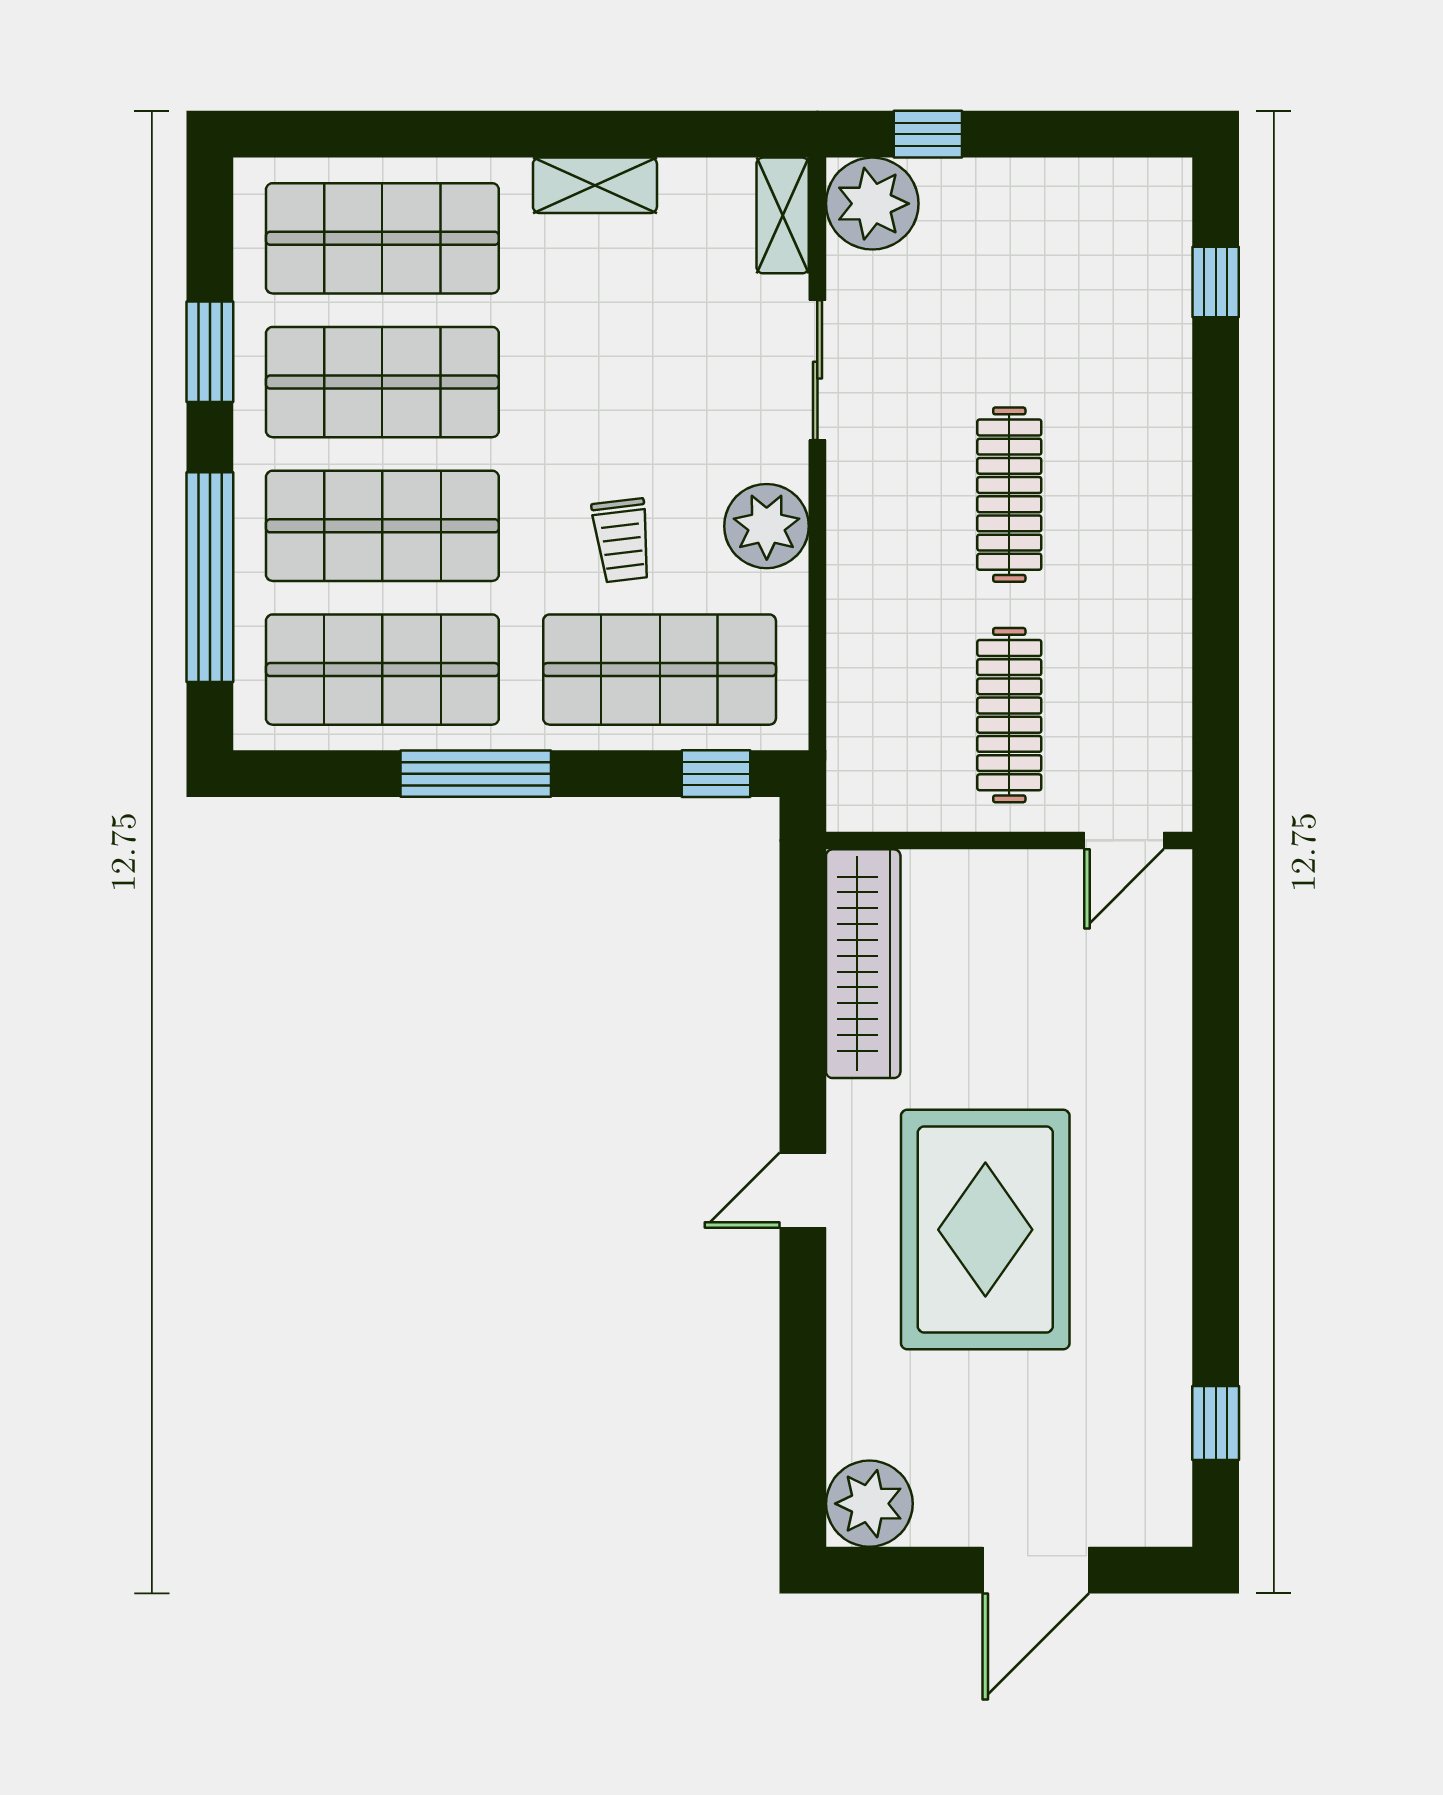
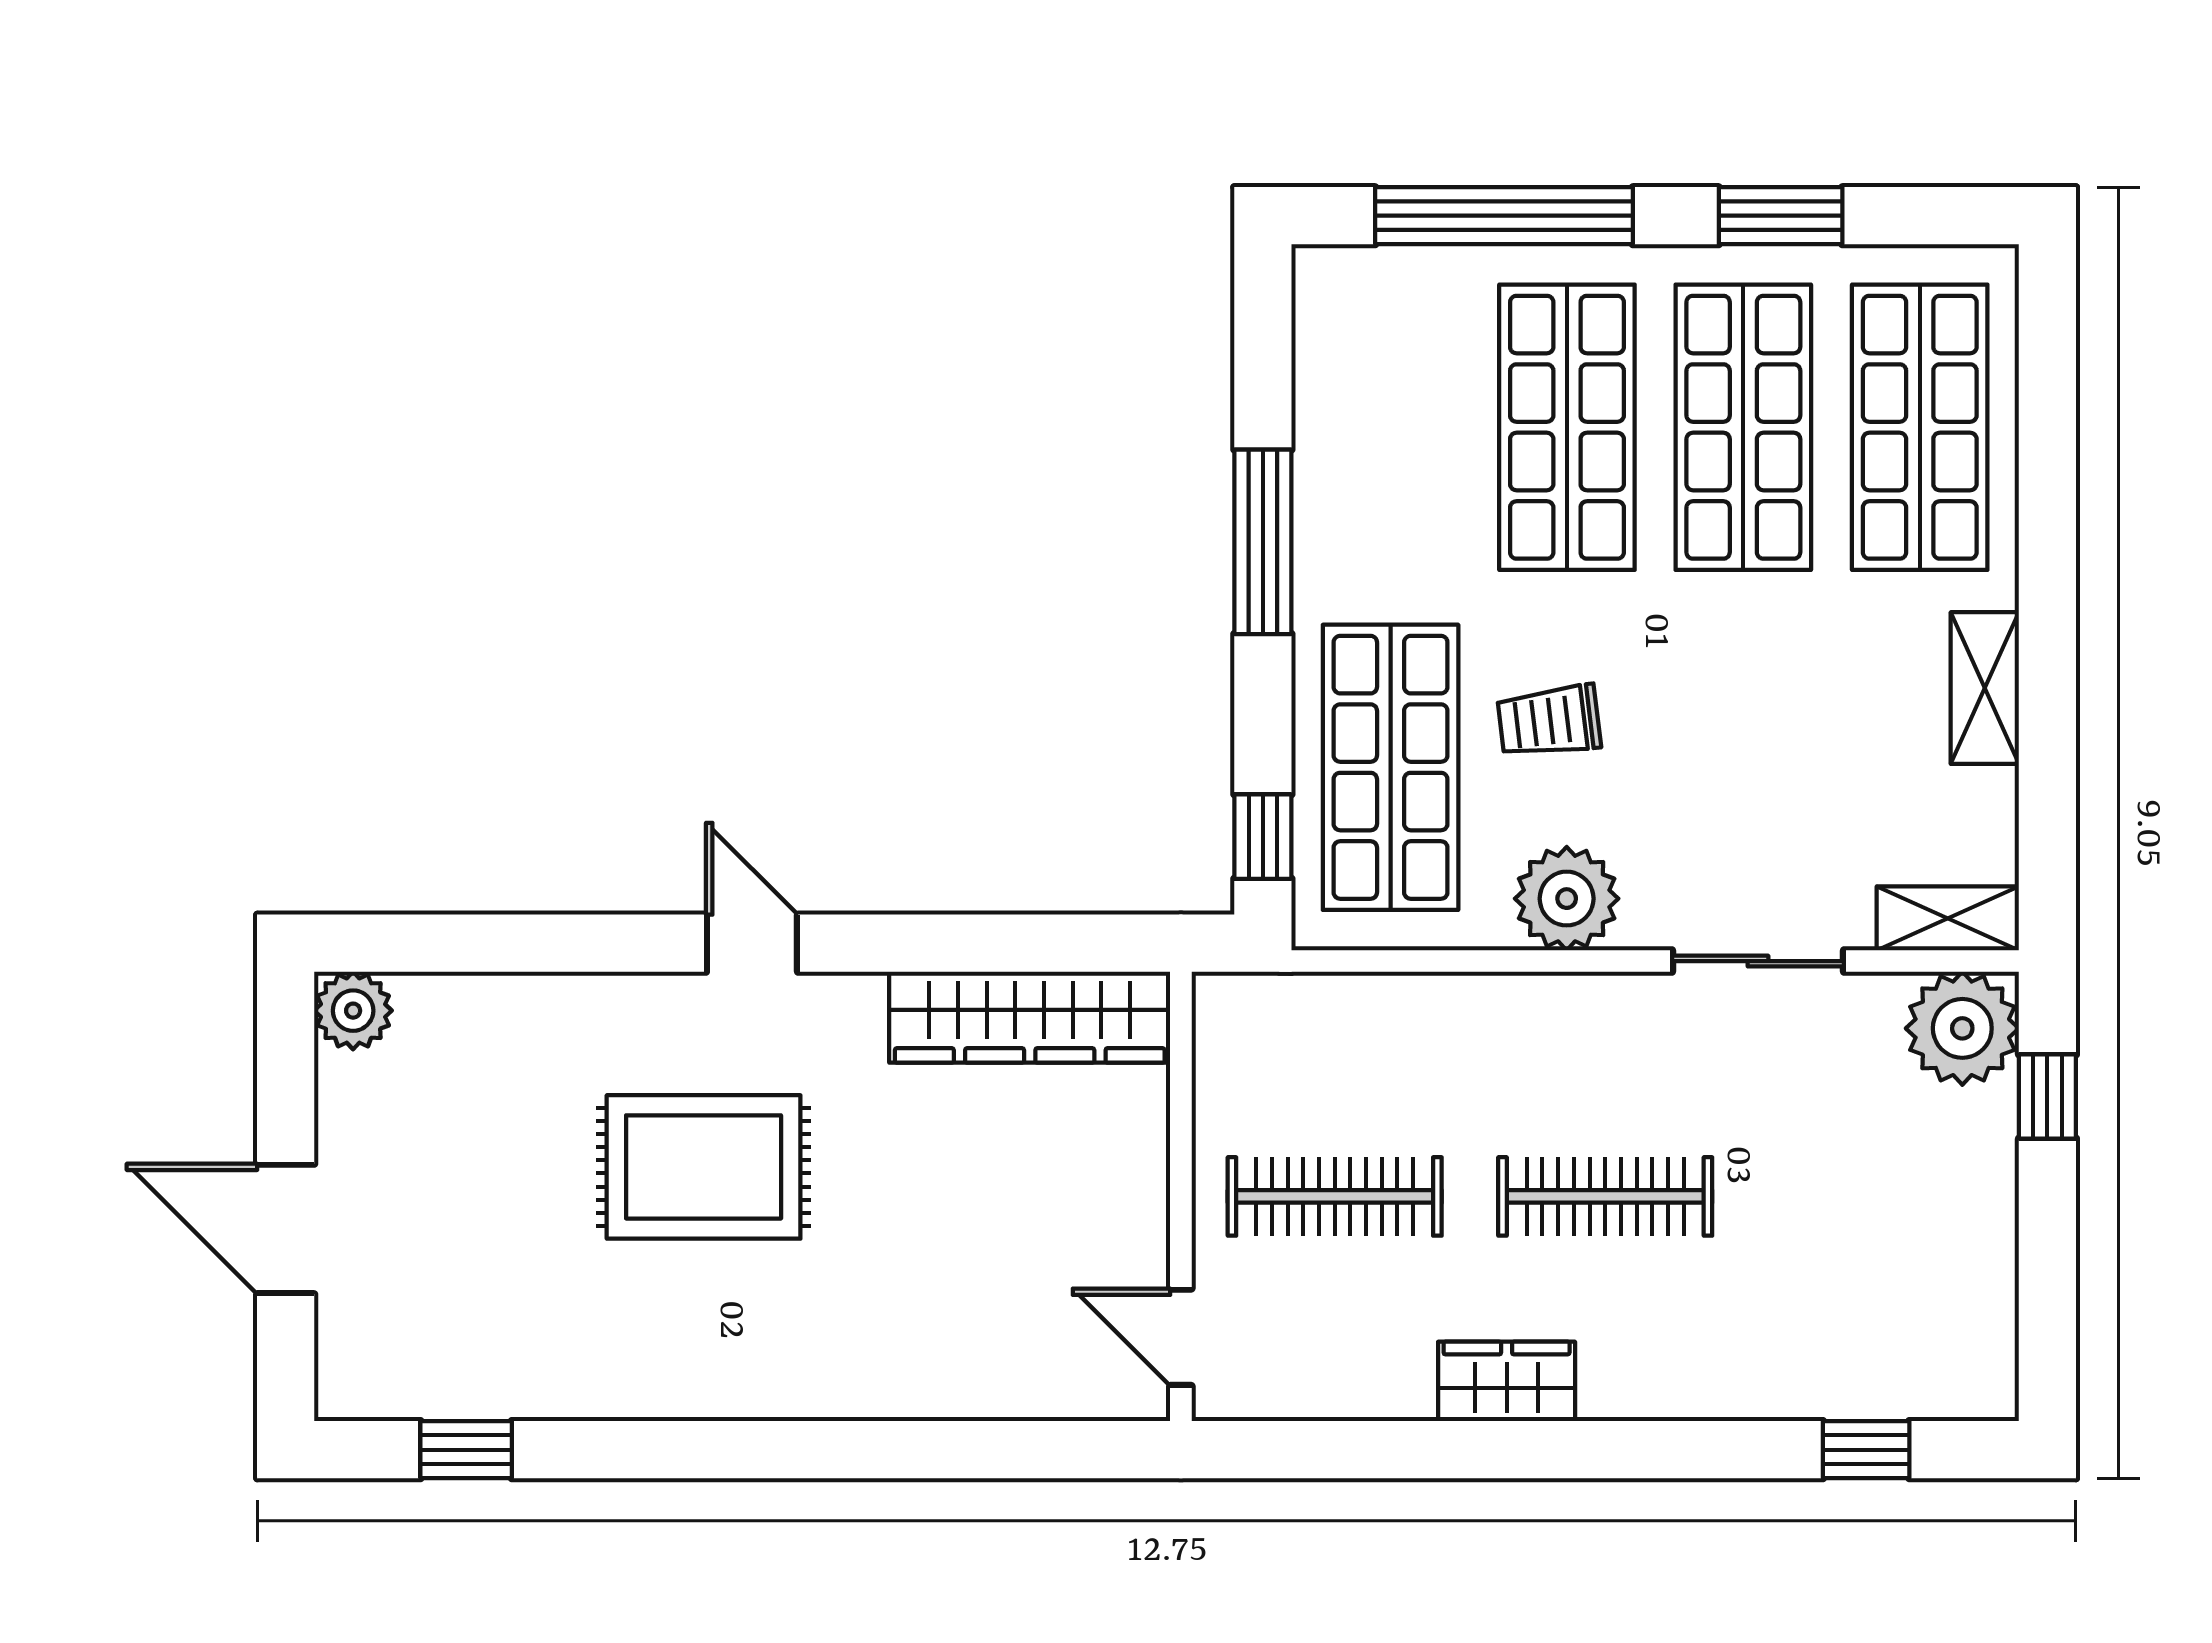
wardrobe: (1160, 575) -> (1507, 1381), added
shop shelf: (382, 670) -> (1391, 427), removed
rug: (985, 1230) -> (704, 1167), width x0.73, depth x0.69
plant: (869, 1504) -> (353, 1011), width x0.73, depth x0.73

